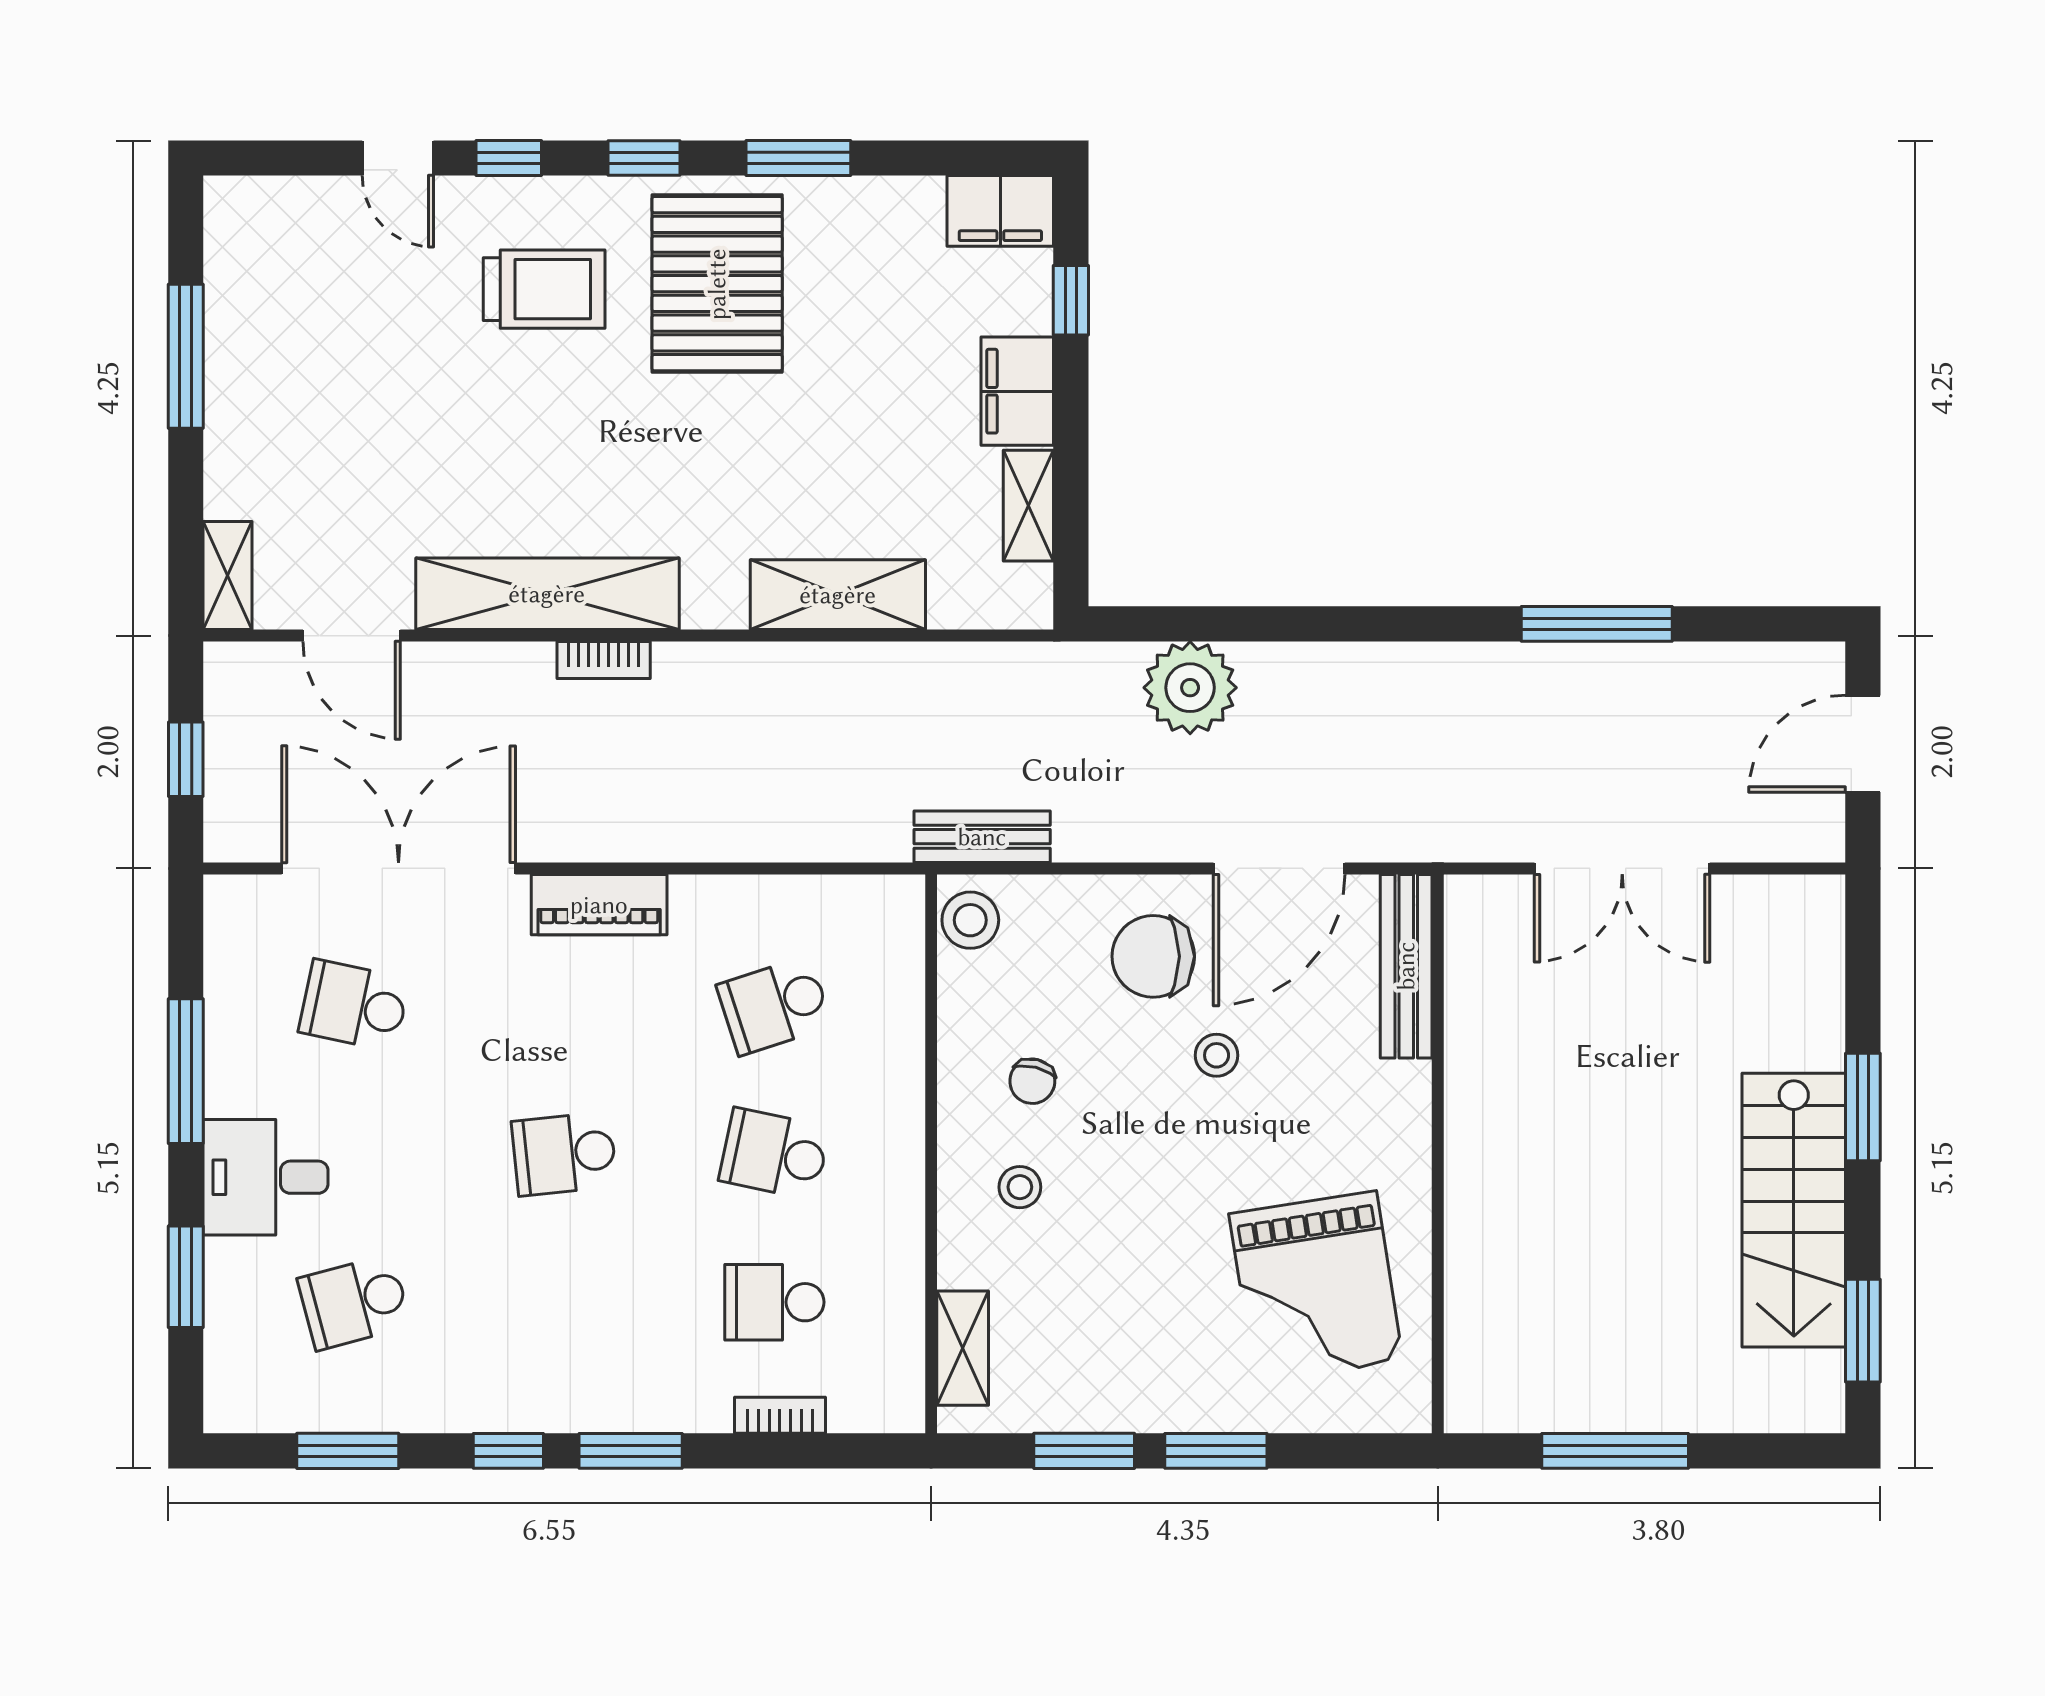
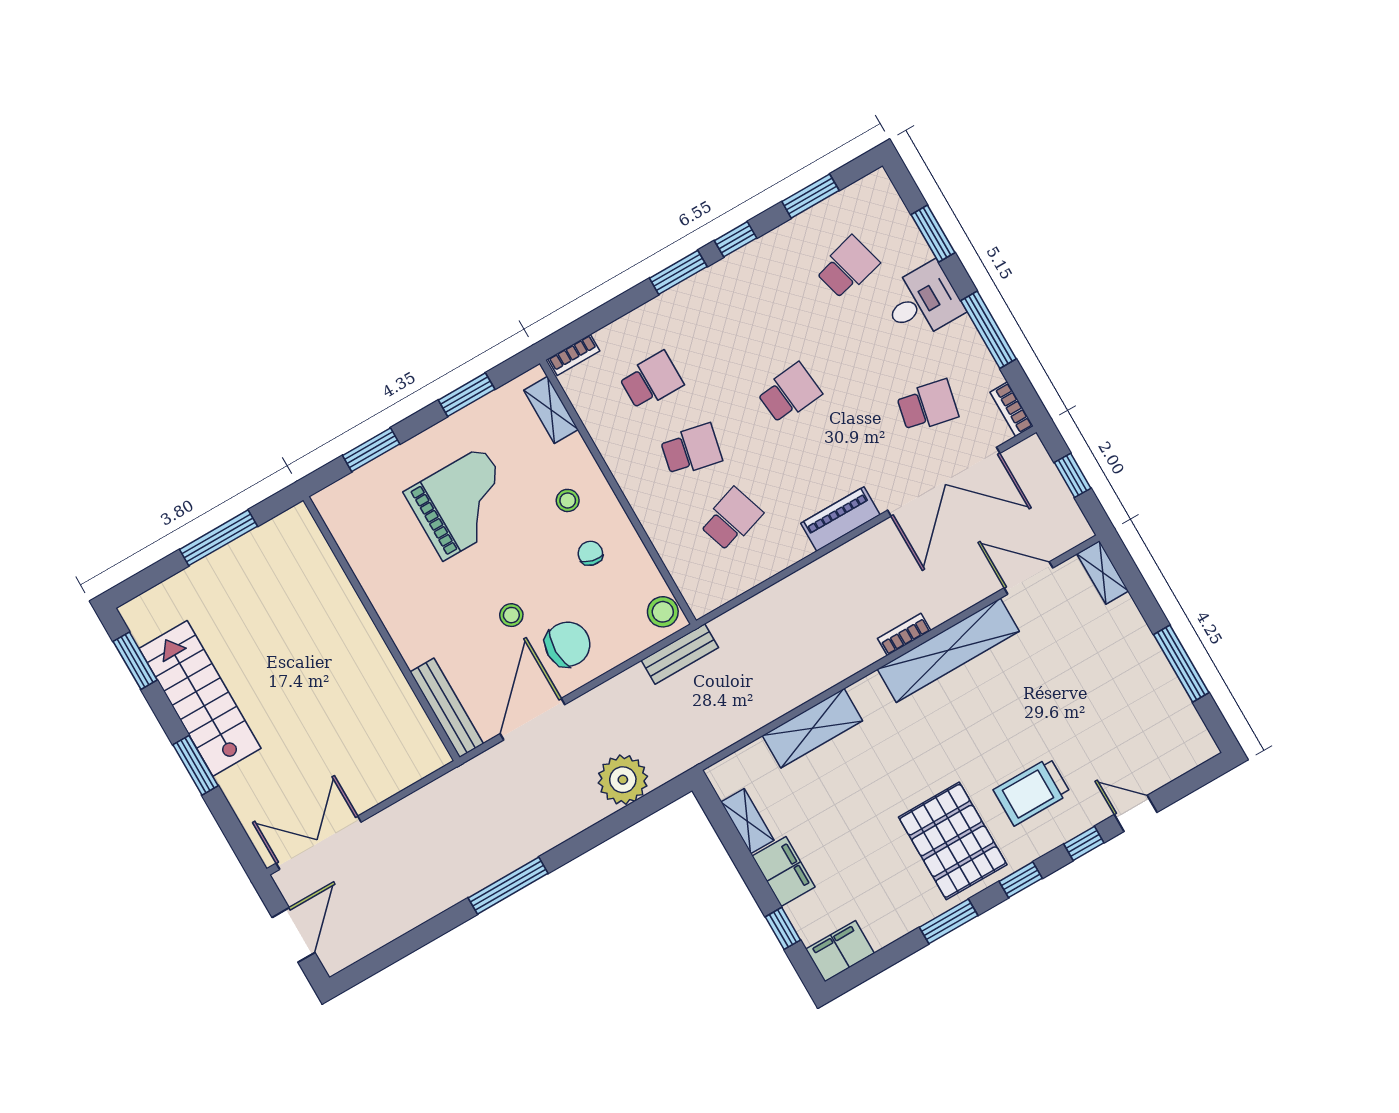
window: (1597, 624) -> (508, 886), moved
double door: (1622, 868) -> (319, 843), moved
bookcase: (222, 922) -> (1012, 409), added
grand piano: (1316, 1287) -> (463, 504), moved, turned 99
bookcase: (780, 1415) -> (574, 355), moved
window: (1216, 1451) -> (371, 450), moved

